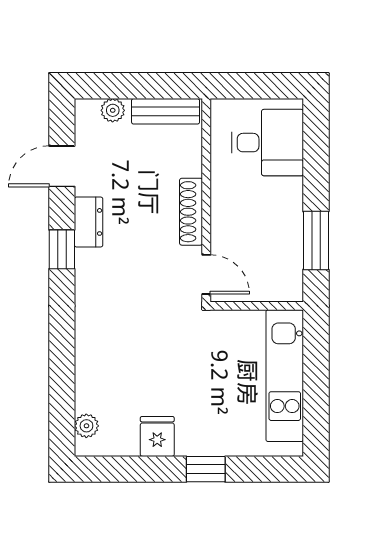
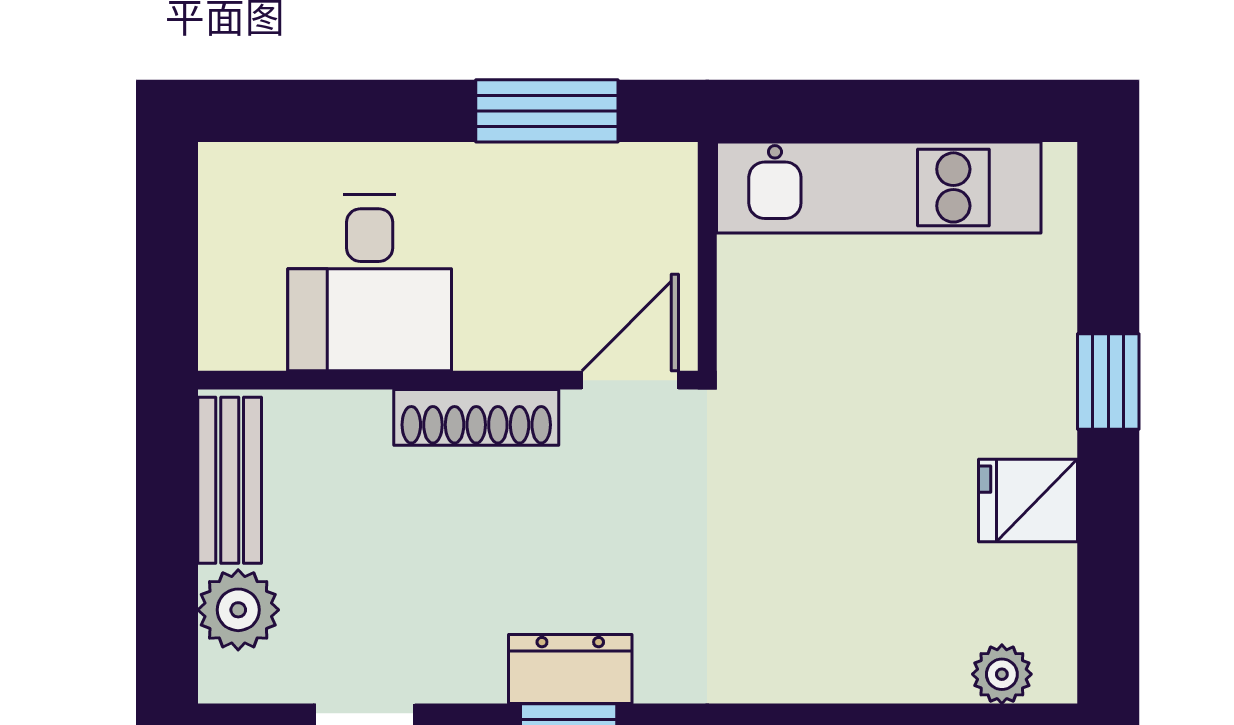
plant: (113, 110) -> (238, 610), width x1.38, depth x1.38
desk: (267, 143) -> (370, 283), moved, turned 180
dresser: (89, 222) -> (570, 669), moved

